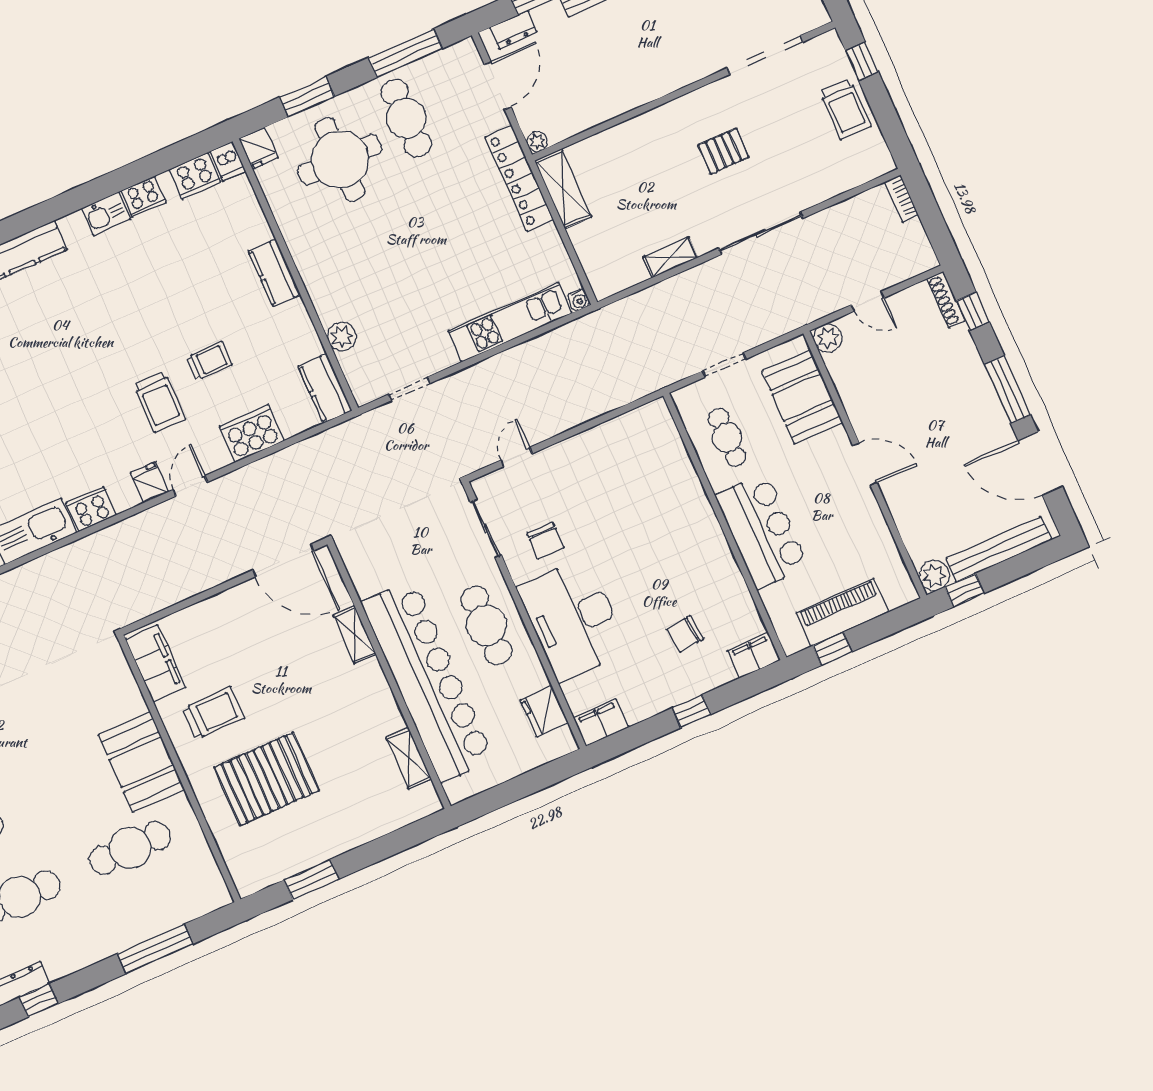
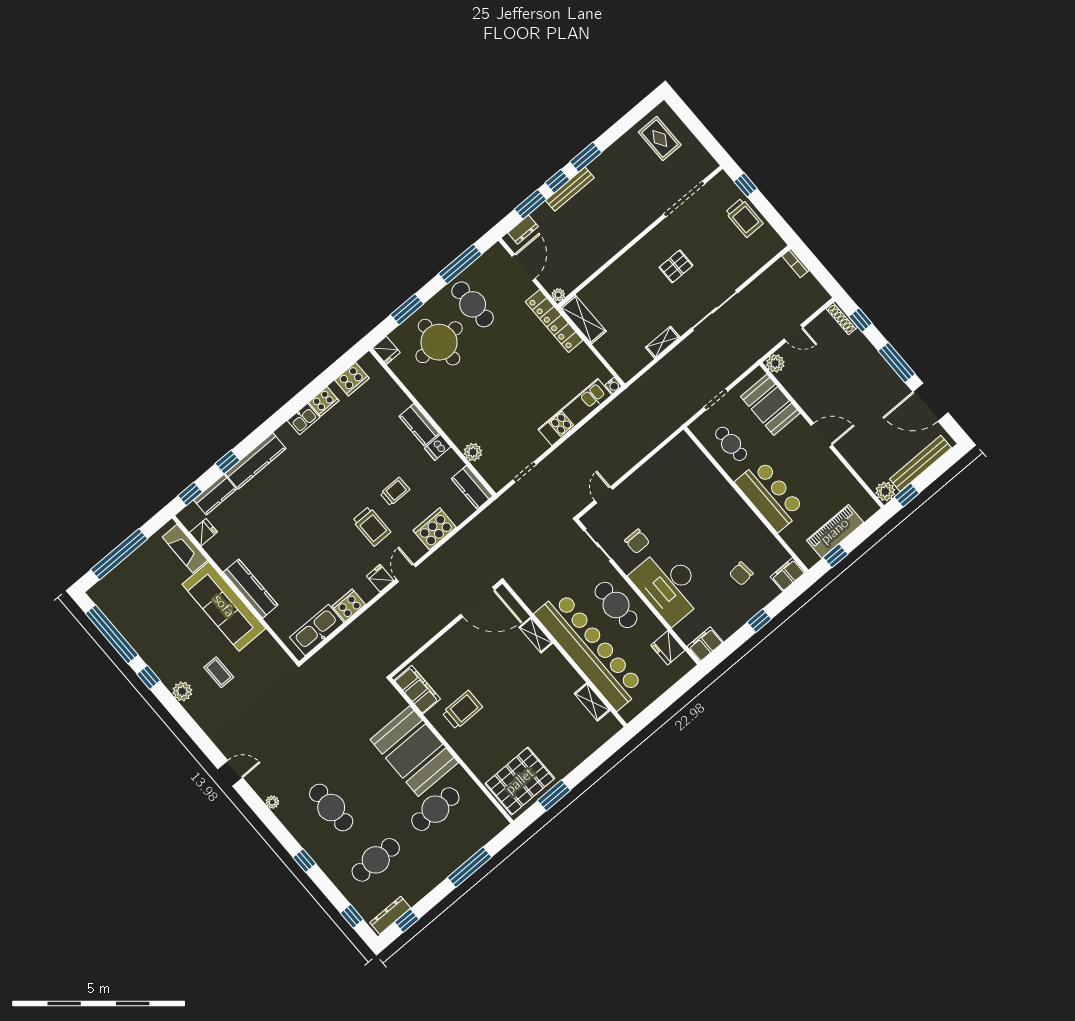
dishwasher: (228, 161) -> (438, 447), moved, turned 90
booth: (141, 762) -> (414, 751), width x1.36, depth x1.42
pallet: (267, 779) -> (520, 781), moved

